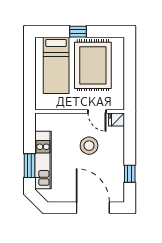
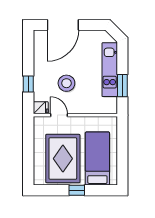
window: (29, 166) -> (122, 86), moved
window: (130, 174) -> (28, 84), moved
door: (93, 208) -> (63, 25), hinge flipped

